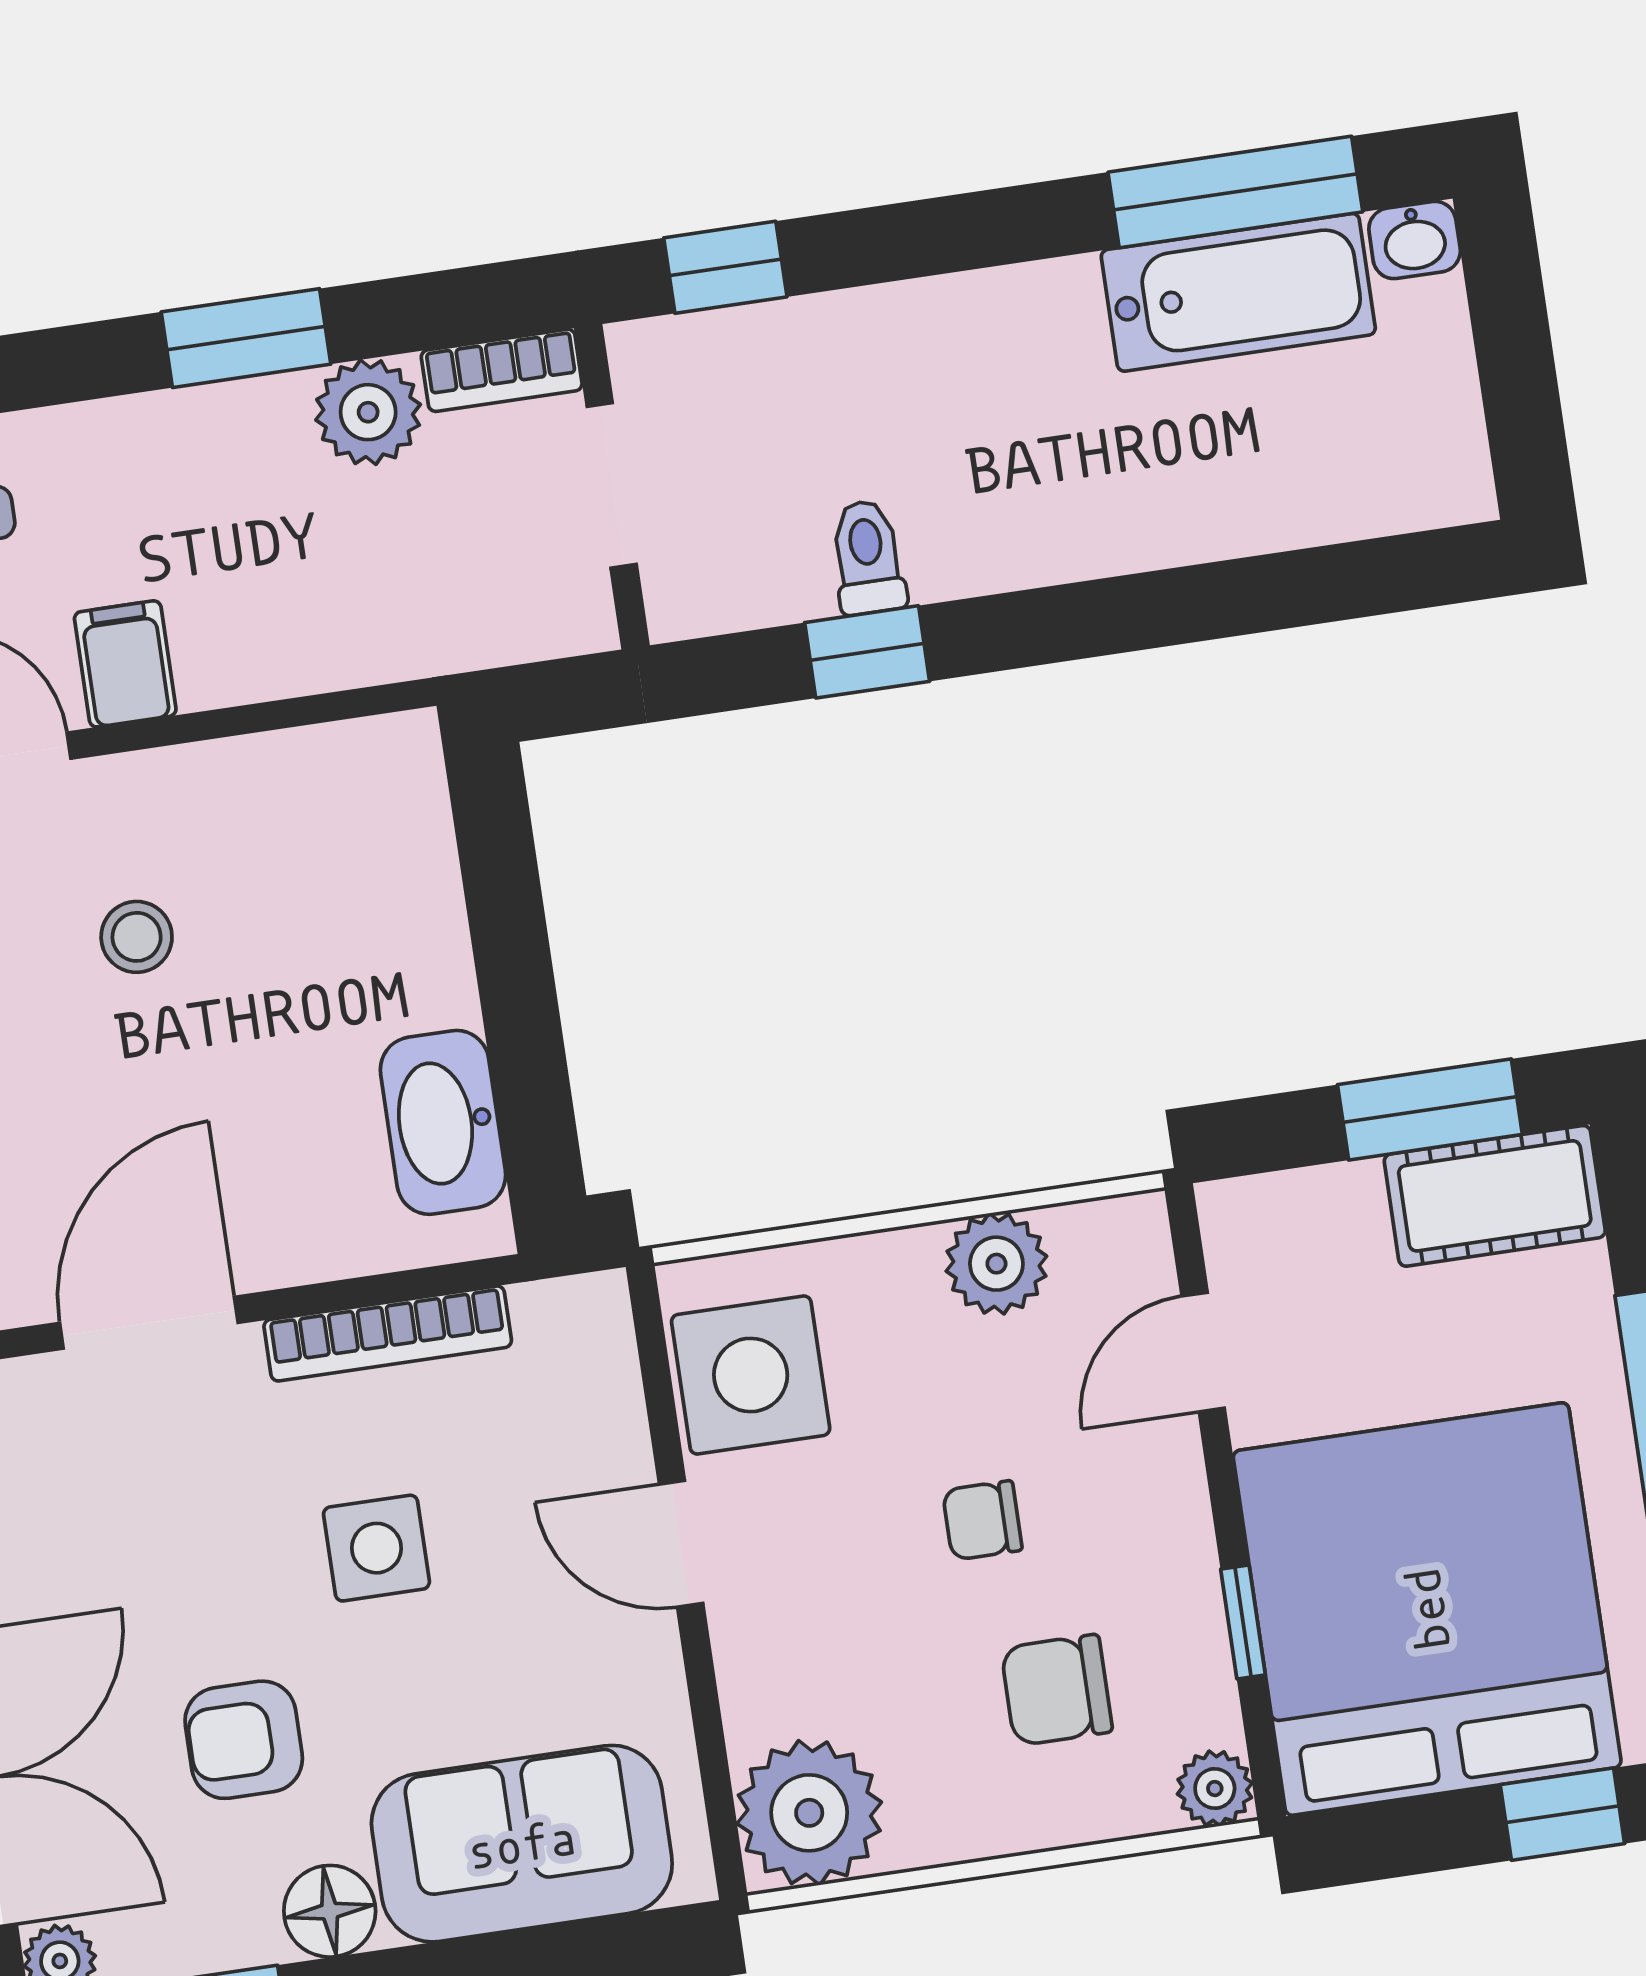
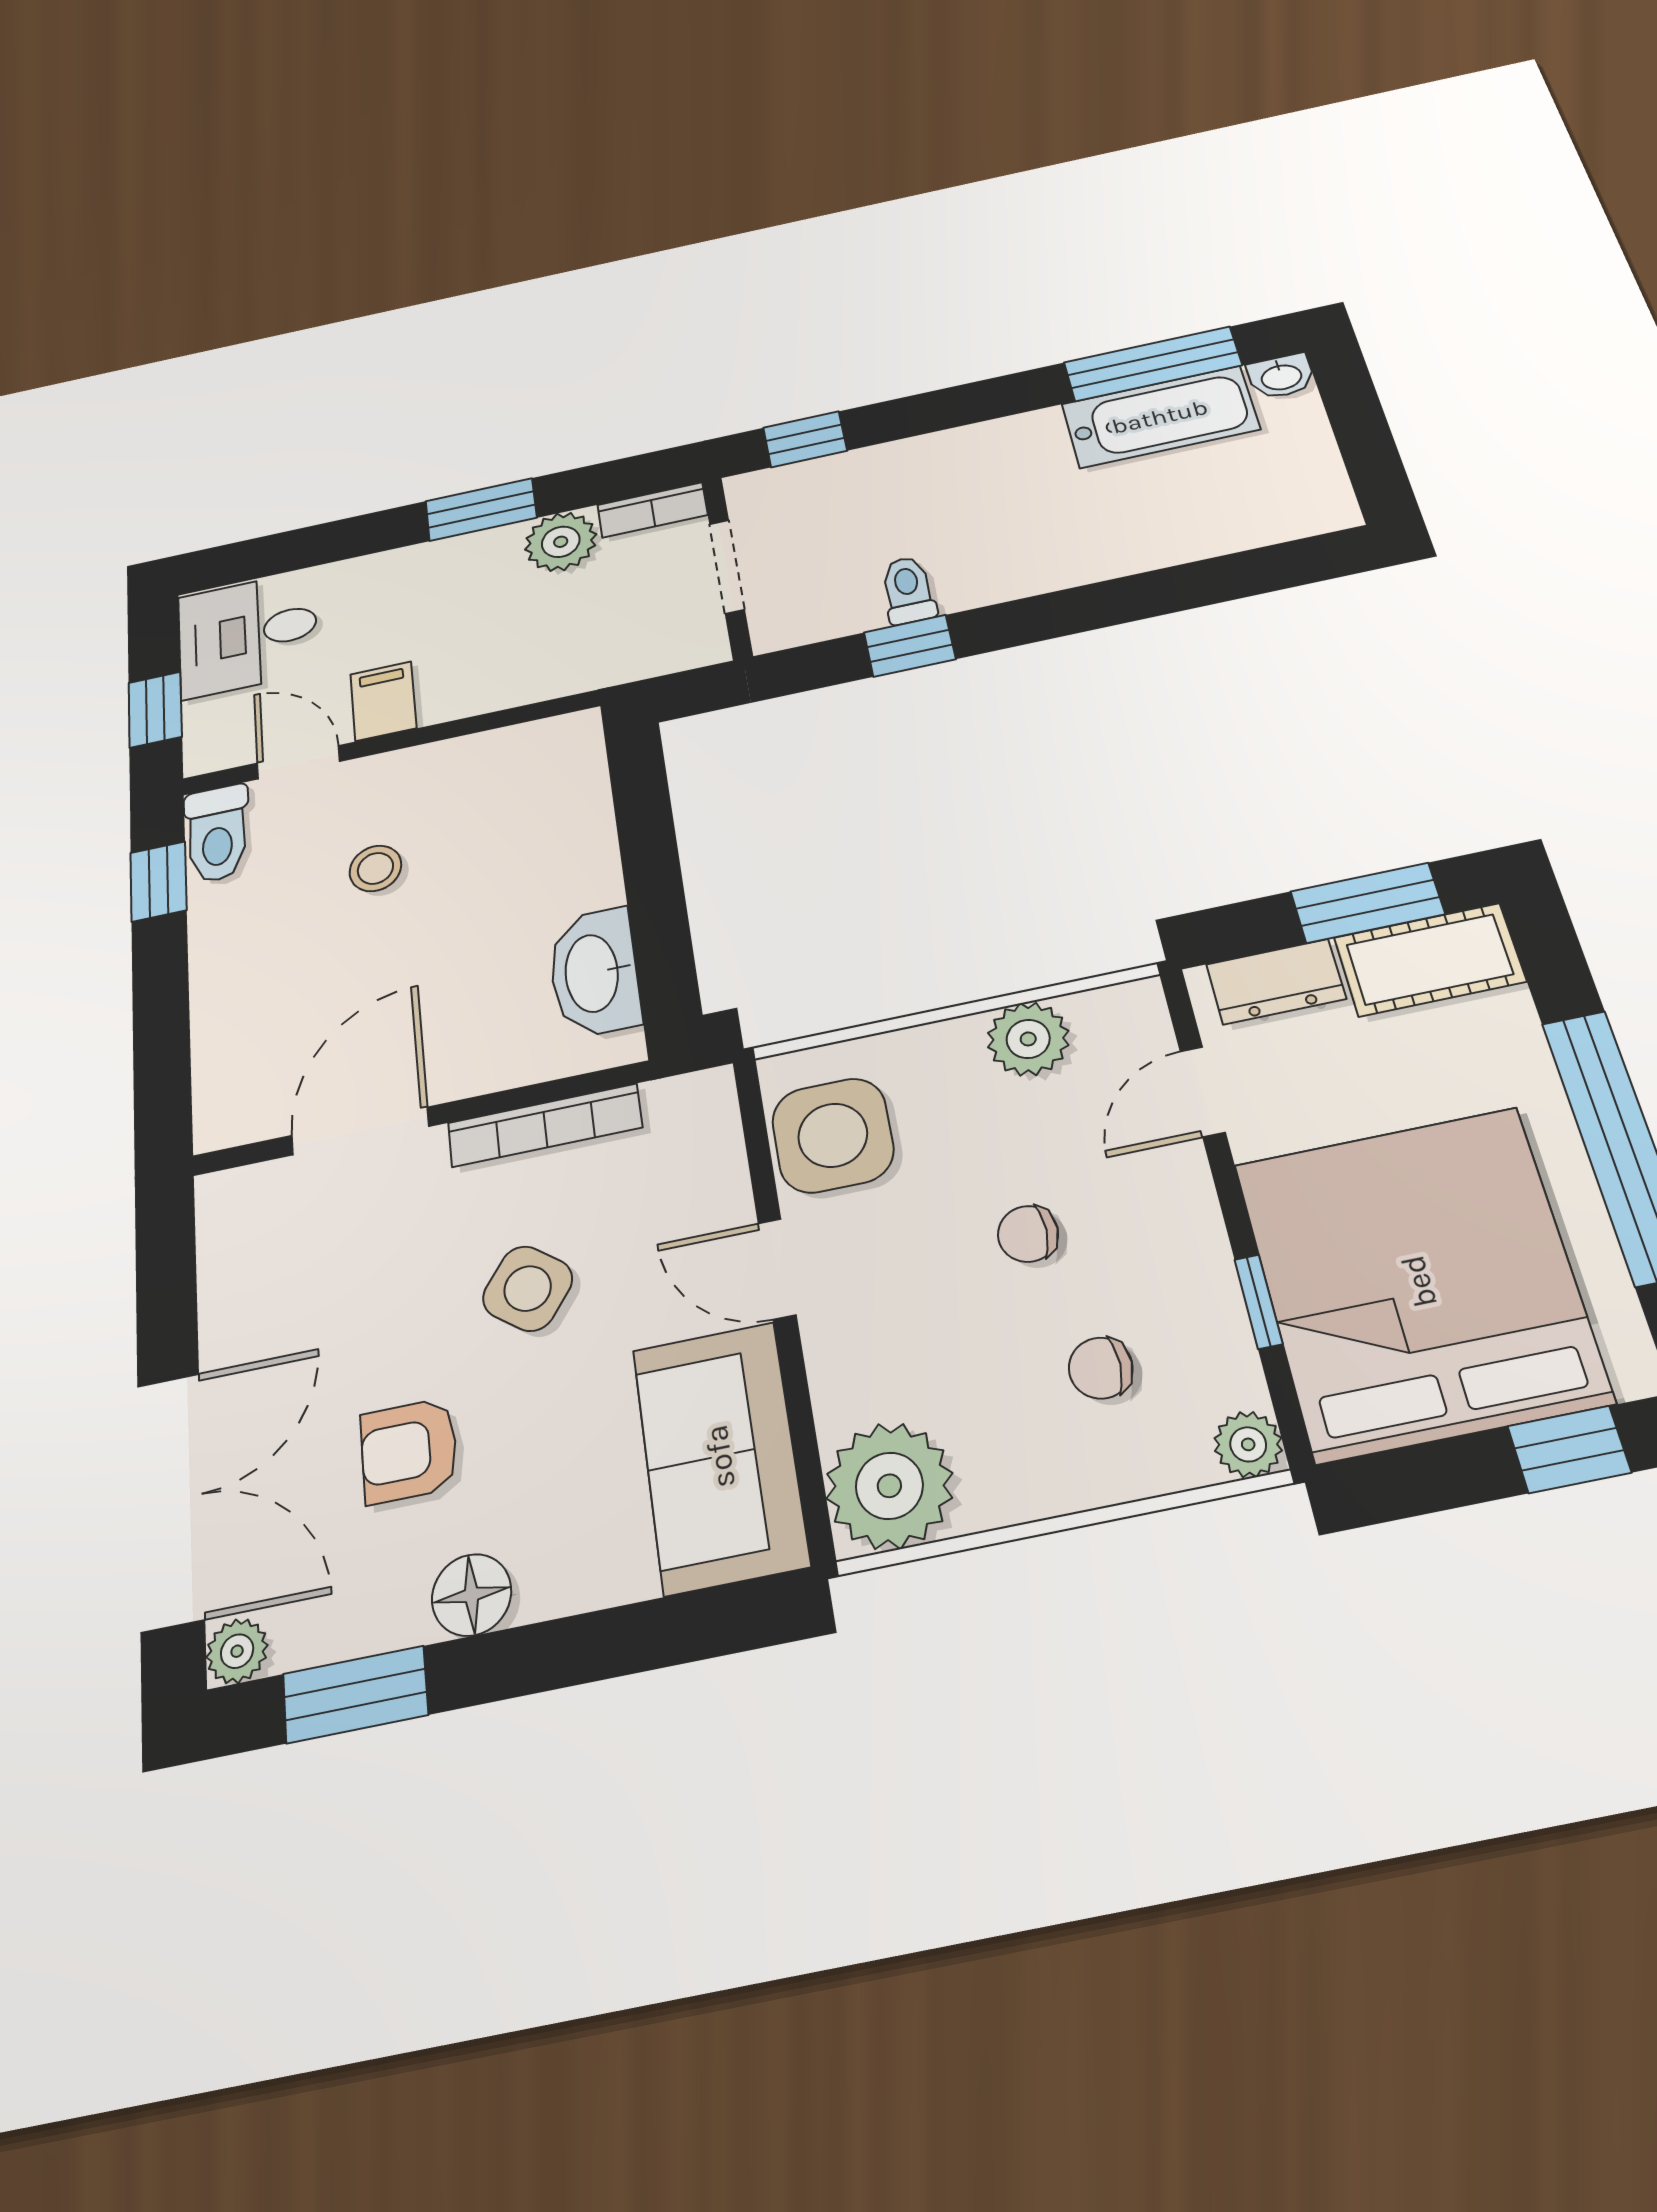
dresser: (1306, 1210) -> (1276, 982), added
side table: (376, 1548) -> (528, 1289), turned 37
chair: (1057, 1690) -> (1101, 1368), width x0.73, depth x0.73
sofa: (522, 1844) -> (720, 1456), moved, turned -90

